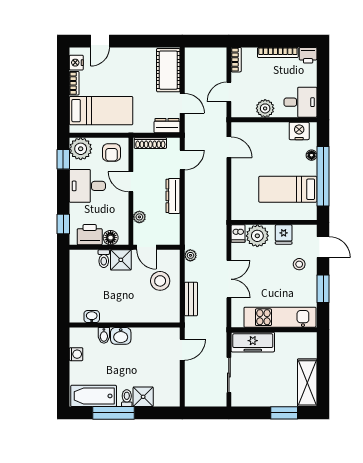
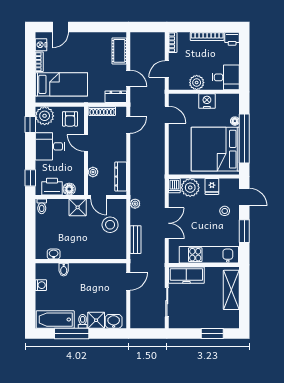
cot: (168, 70) -> (119, 51), width x0.73, depth x0.75
nightstand: (299, 131) -> (207, 101), moved
bed: (288, 189) -> (215, 149), width x2.04
dresser: (173, 196) -> (121, 177), moved
toilet: (104, 259) -> (42, 206), moved
washbasin: (121, 336) -> (114, 321), moved, turned 180
shelving: (307, 383) -> (231, 290), moved

